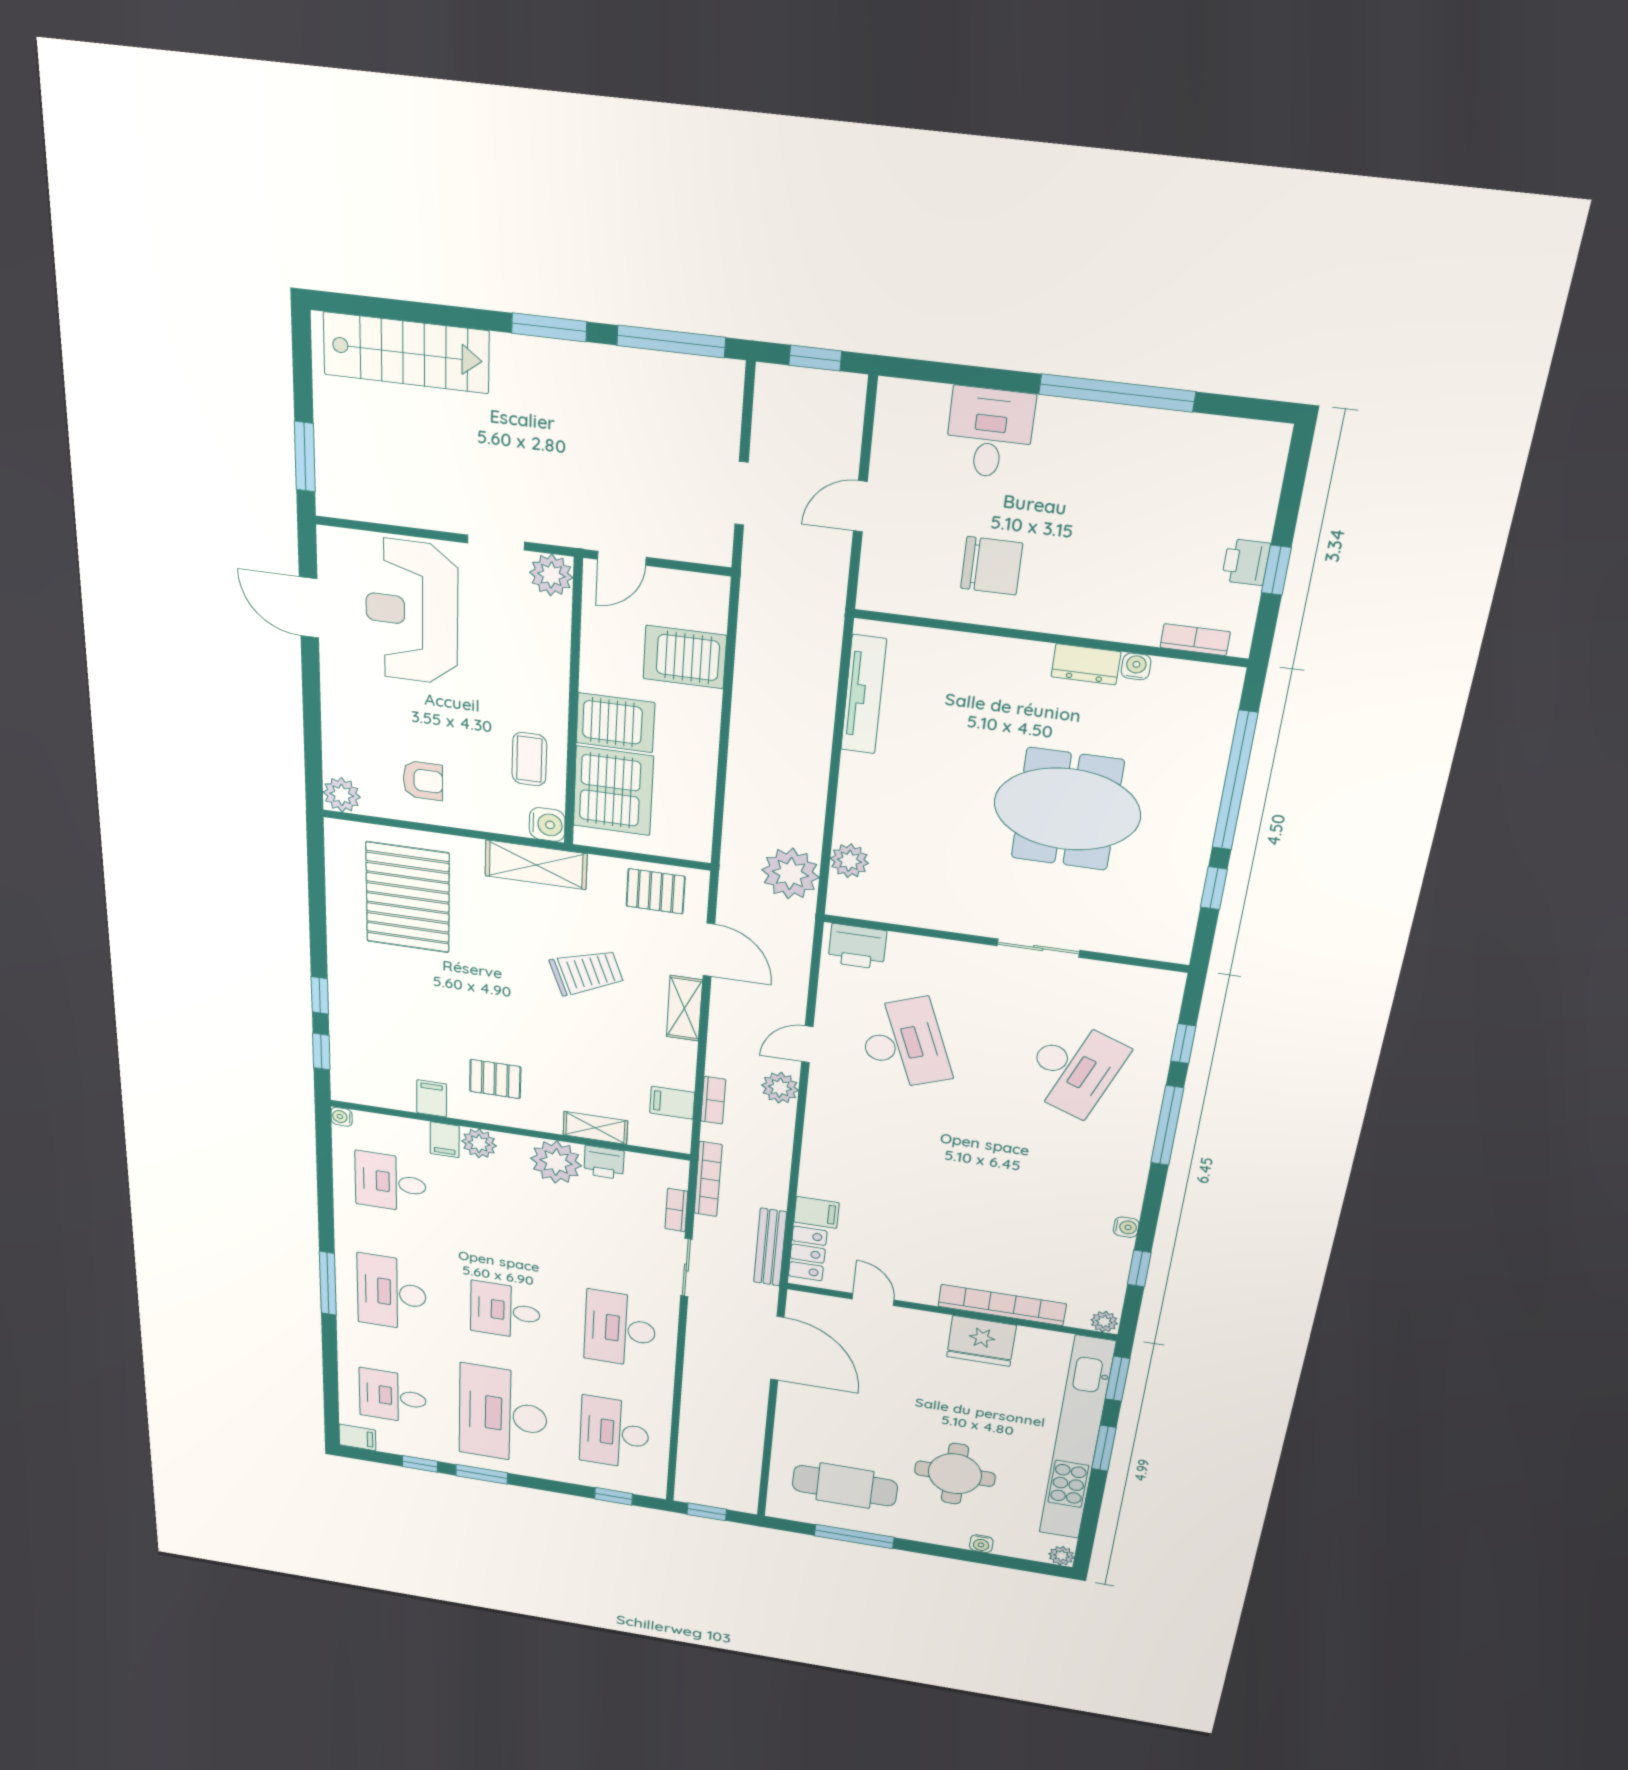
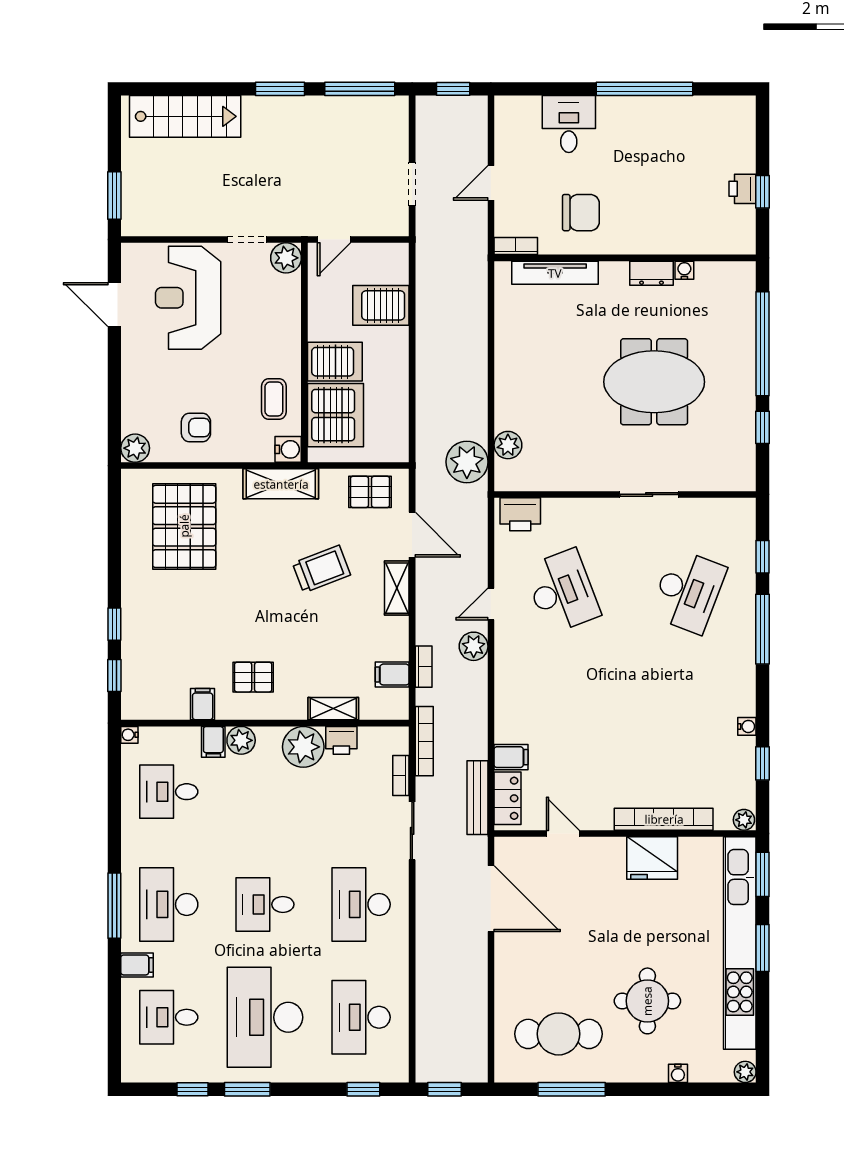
bookcase: (1195, 640) -> (516, 246), moved
tv unit: (864, 695) -> (555, 273), moved, turned 90
filing cabinet: (357, 1437) -> (137, 965), moved

